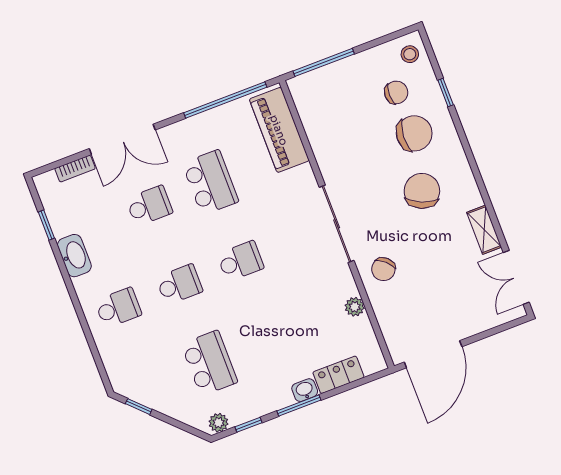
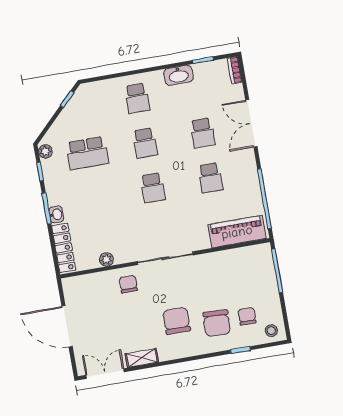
chair: (396, 92) -> (247, 316), turned 180
bookcase: (75, 169) -> (235, 70), moved
school desk: (210, 182) -> (210, 178), width x0.54
chair: (422, 191) -> (176, 321), turned -113
chair: (383, 269) -> (128, 284), turned 47
door: (433, 354) -> (67, 326), moved
locker: (338, 375) -> (64, 248), width x1.53

